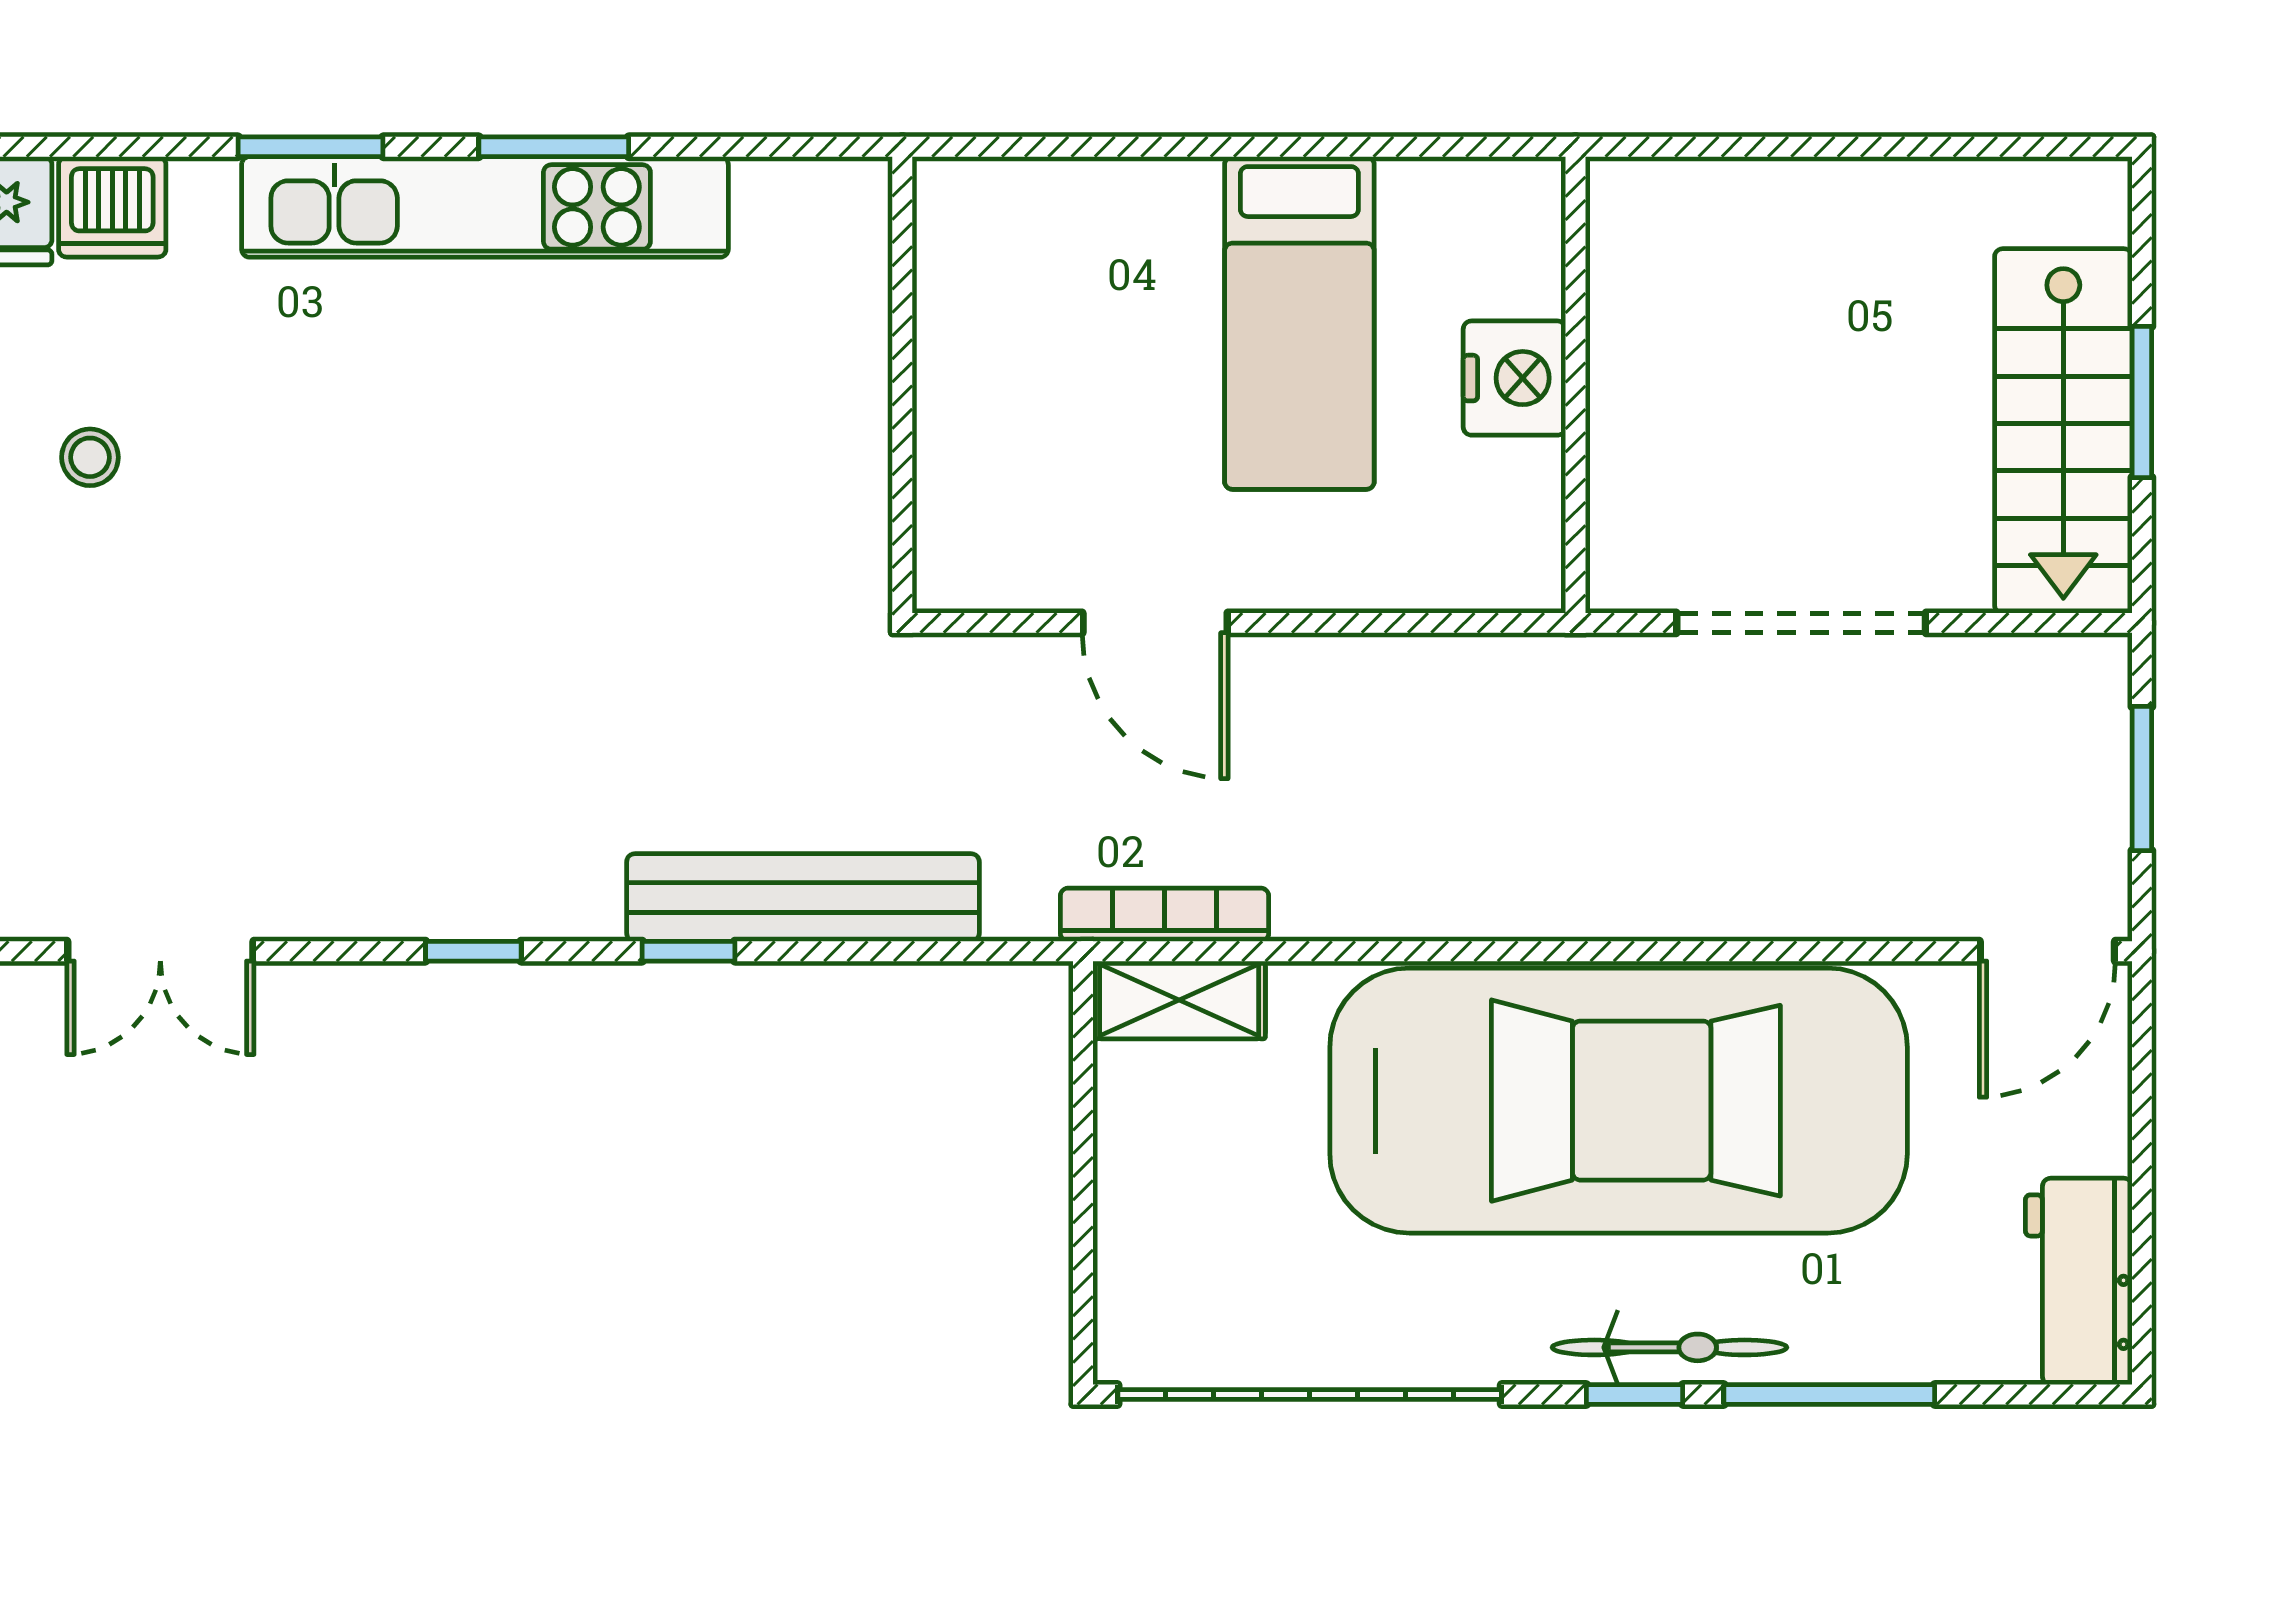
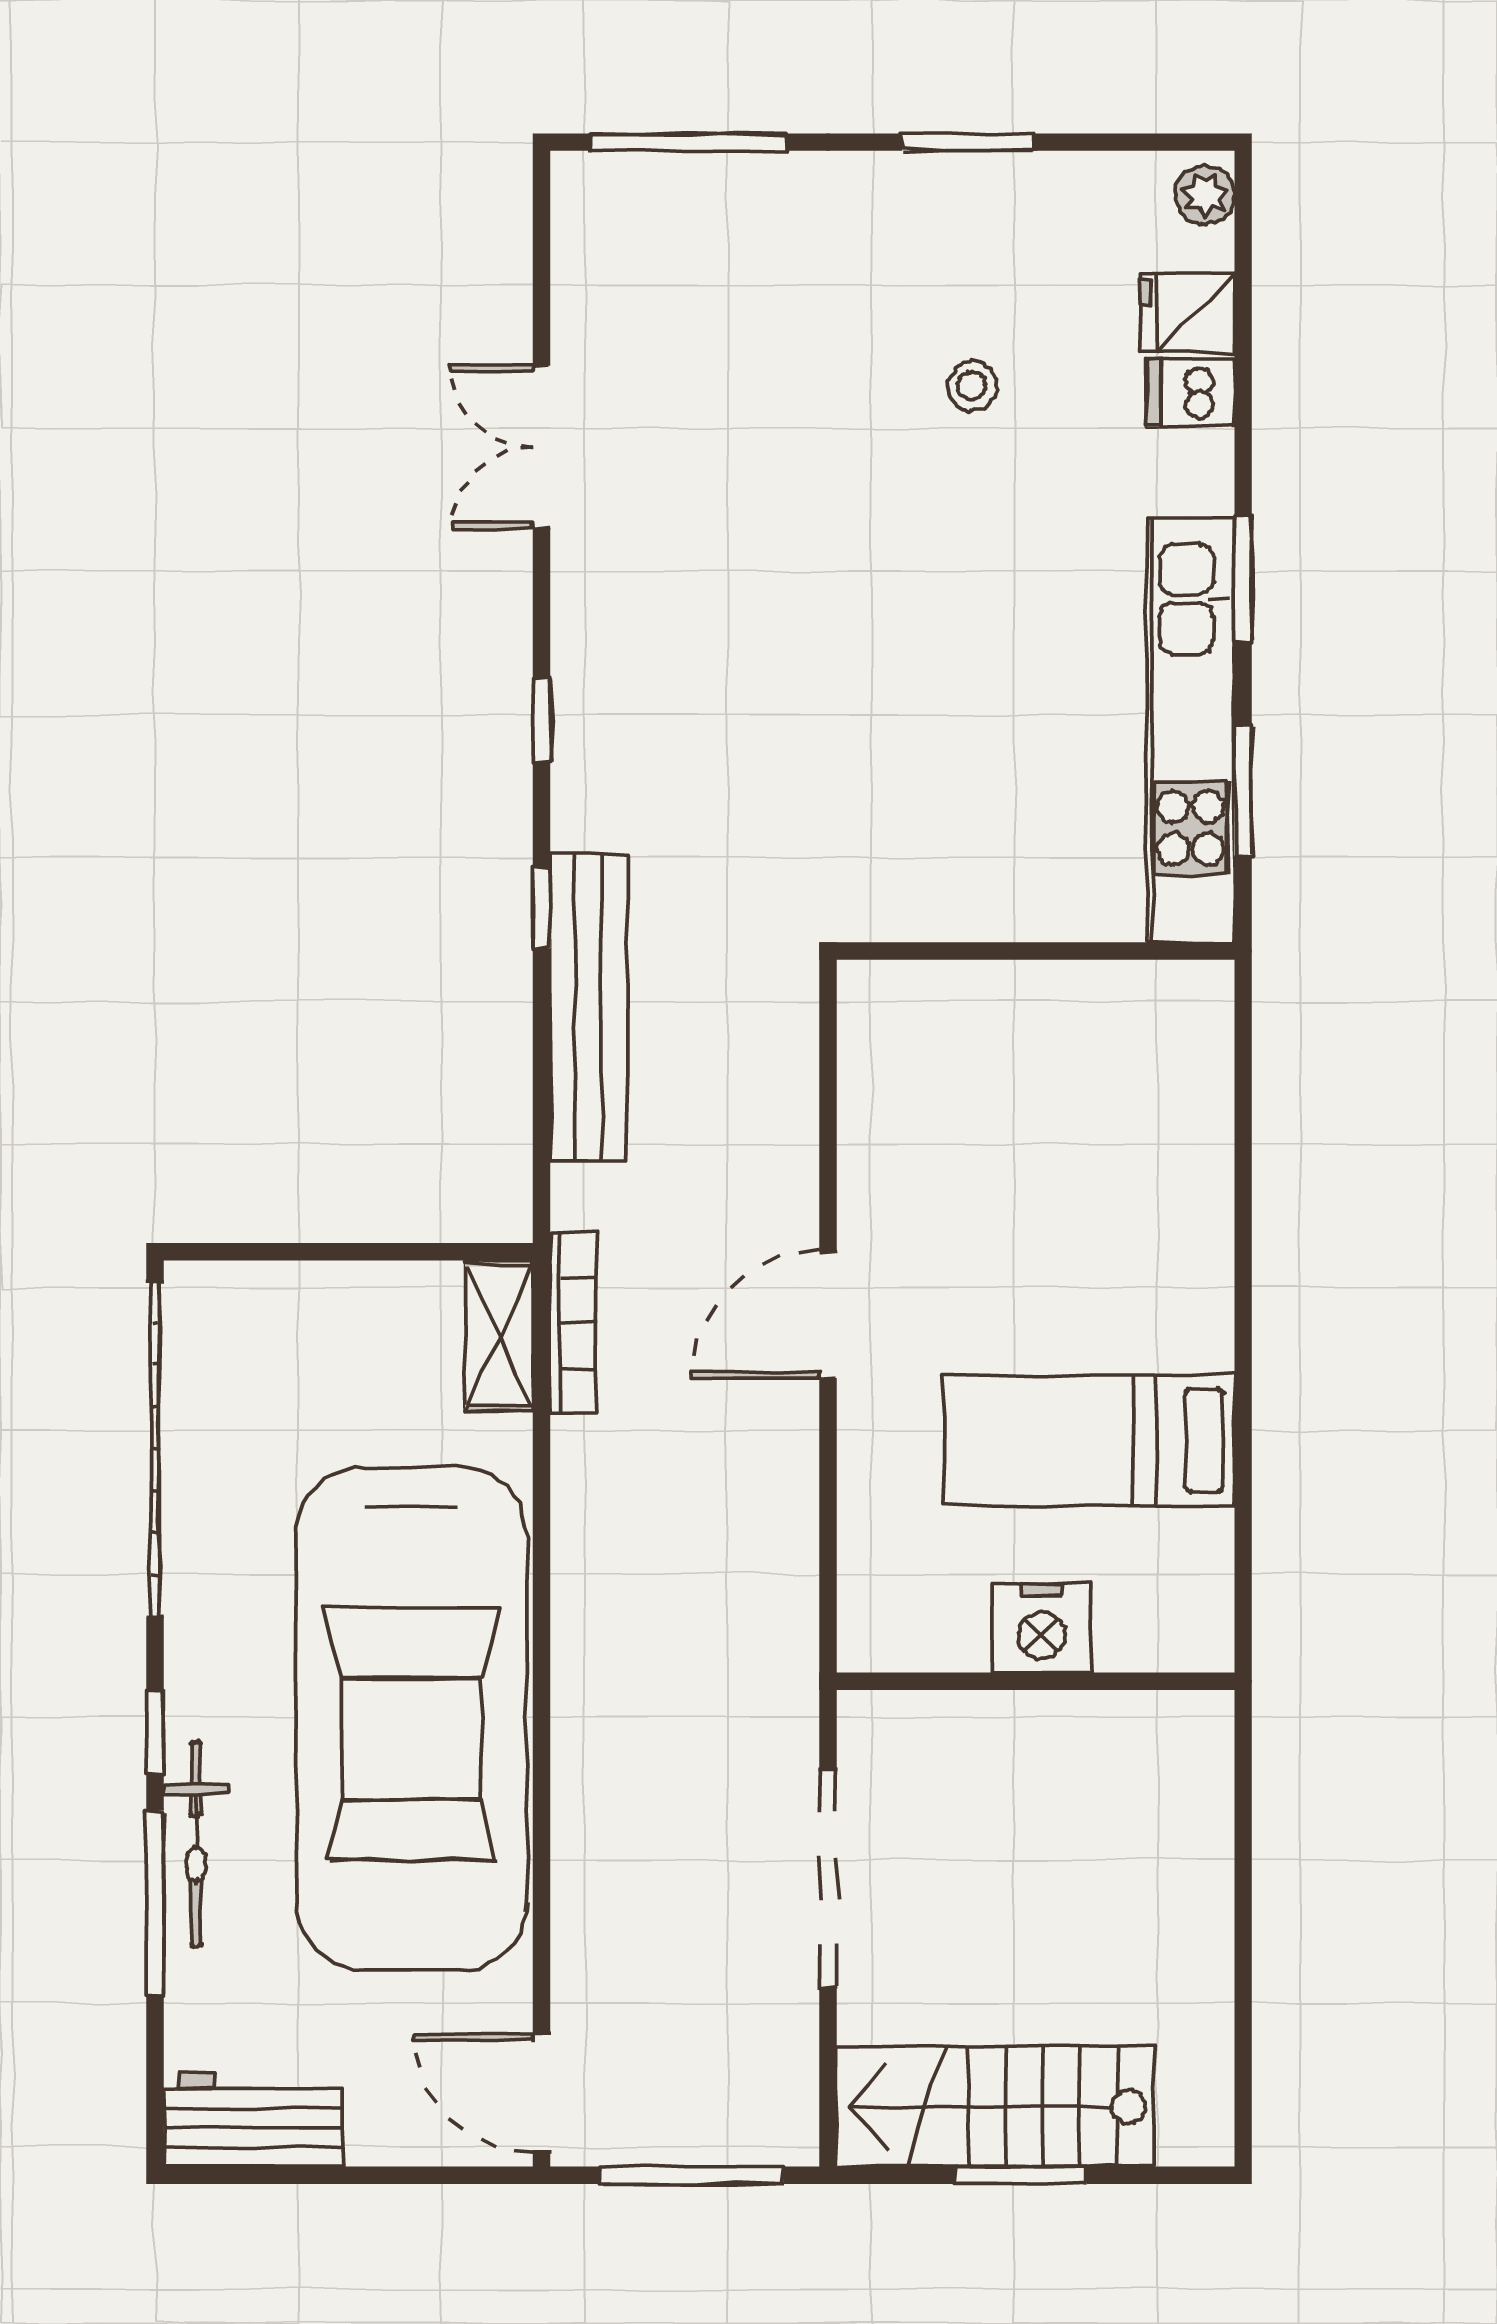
dishwasher: (112, 207) -> (1191, 392), width x0.73
wall: (902, 385) -> (1036, 951), moved
window: (2142, 779) -> (692, 2175), width x1.44
bicycle: (1669, 1347) -> (196, 1844), moved

